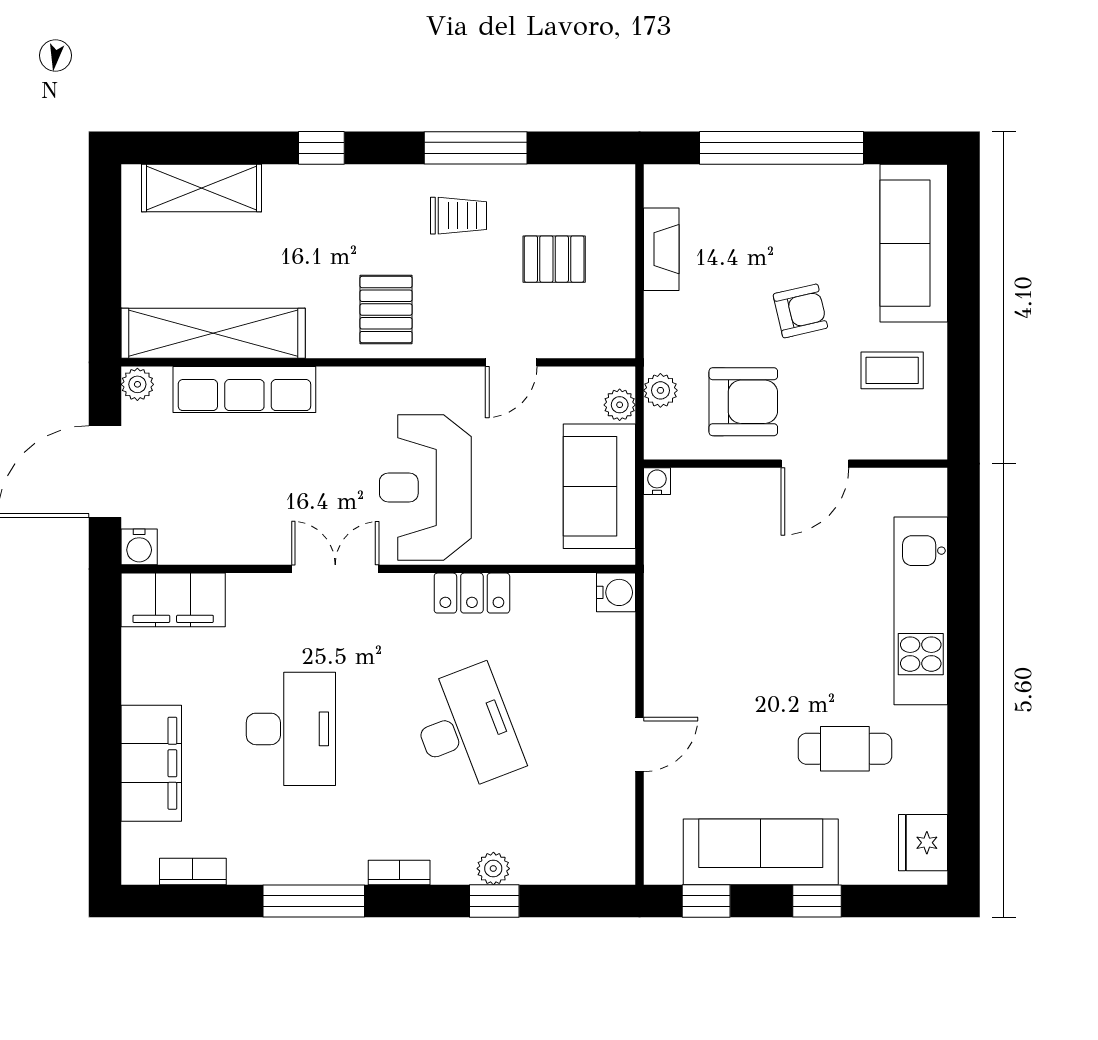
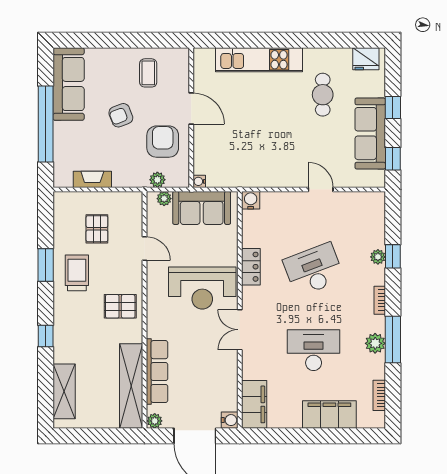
window: (476, 148) -> (46, 265), width x0.69
trolley: (459, 216) -> (77, 273), width x1.36, depth x1.39
sofa: (914, 243) -> (69, 84), moved, turned -90
armchair: (800, 311) -> (121, 115), turned -98
plant: (306, 863) -> (375, 343), added

